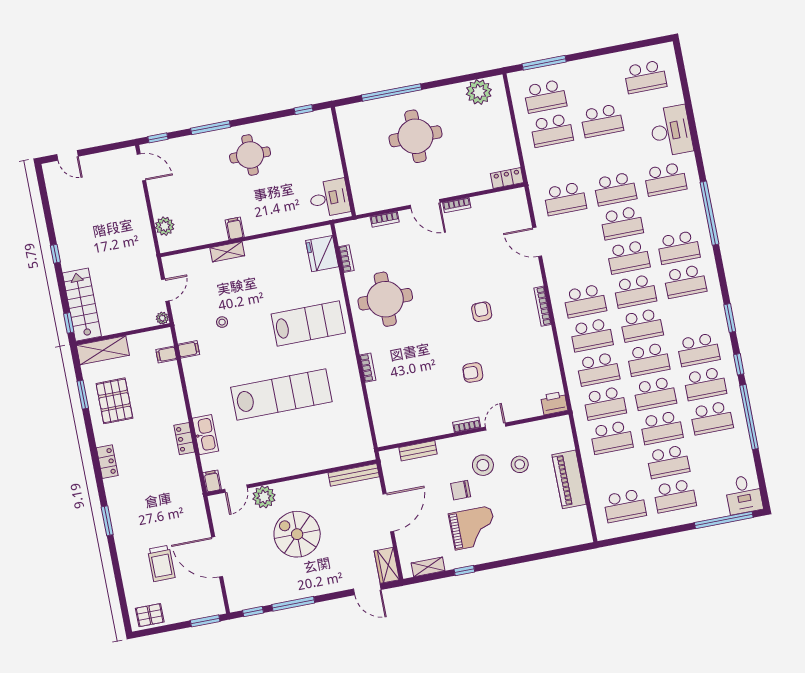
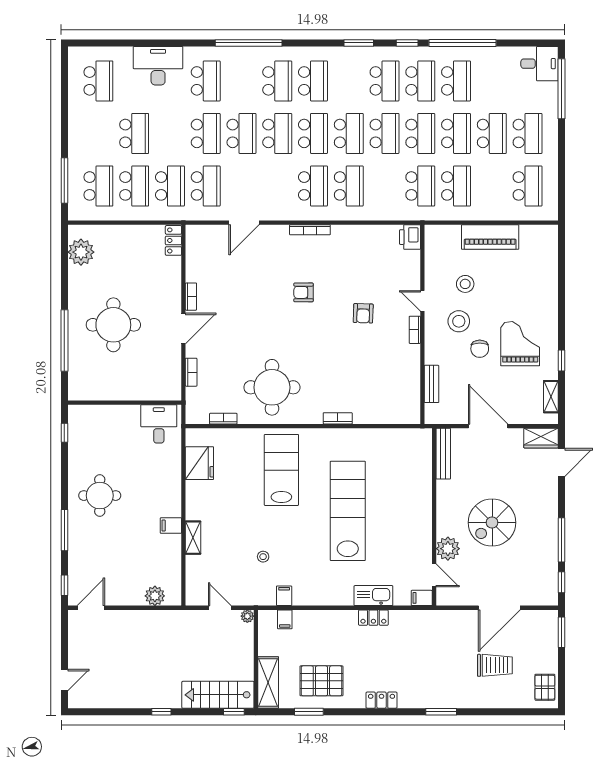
fridge: (322, 254) -> (199, 463), moved, turned -90
school desk: (598, 369) -> (170, 186), moved

